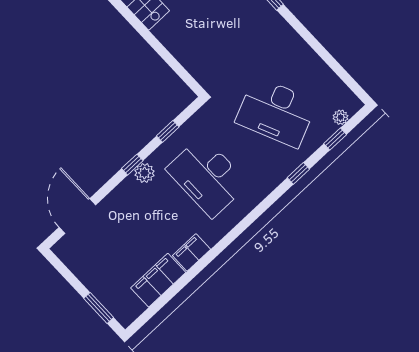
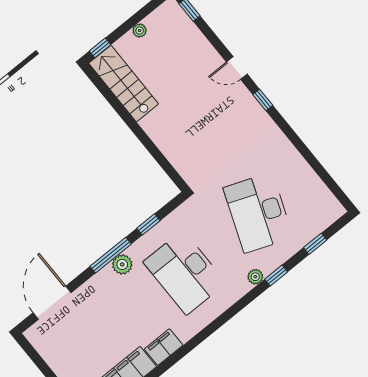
desk: (276, 112) -> (258, 213), turned 45
plant: (341, 117) -> (255, 277), moved
window: (132, 165) -> (111, 255), width x2.17

